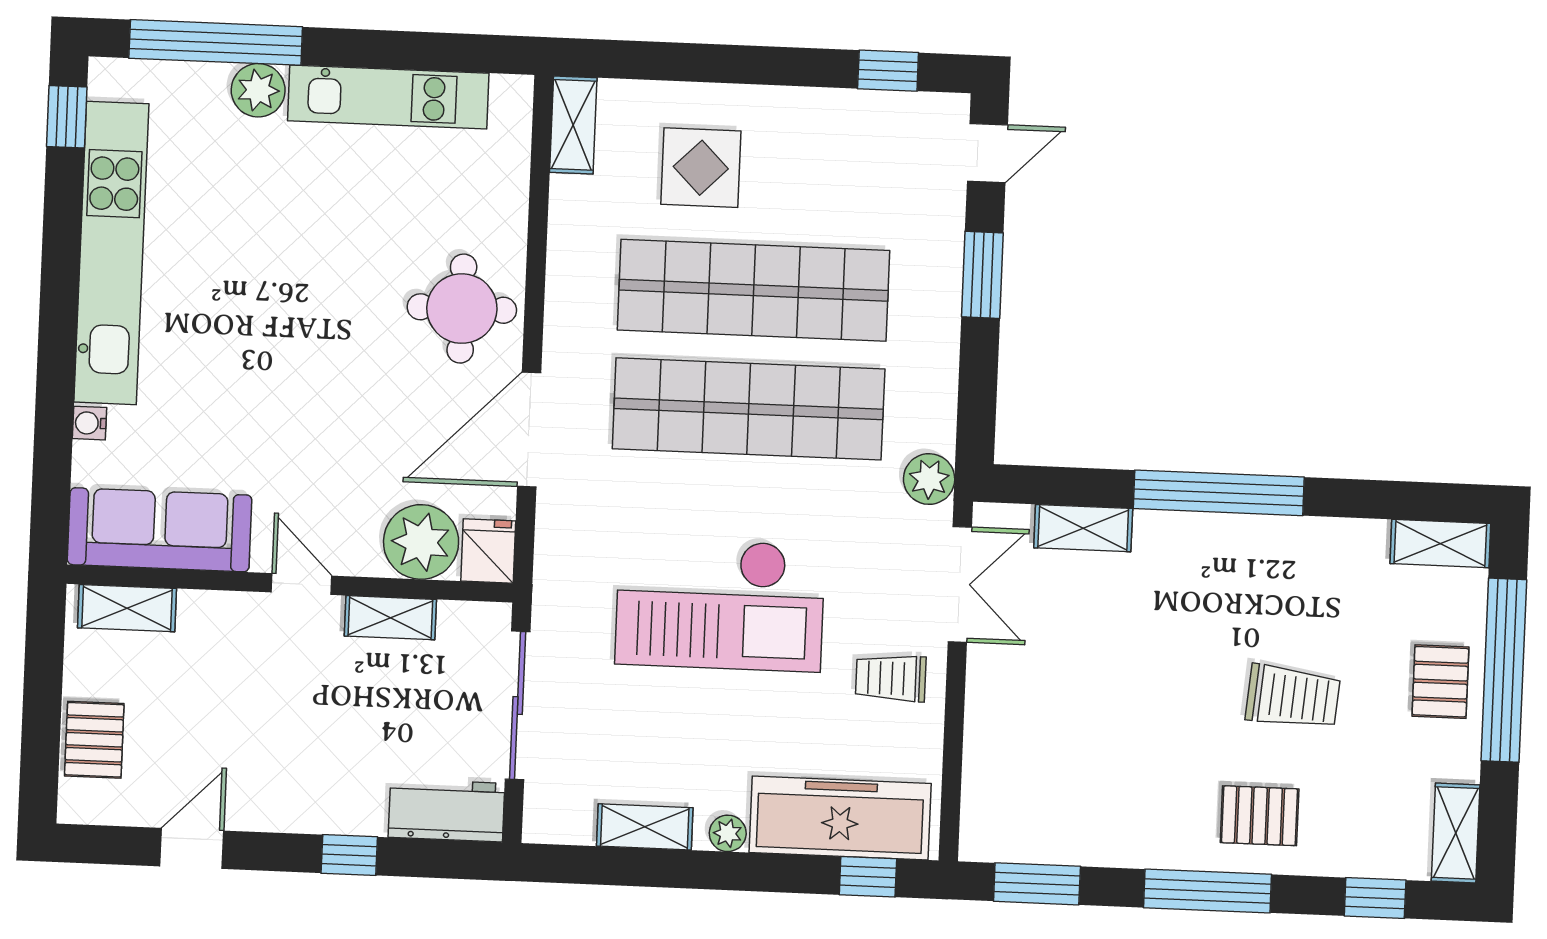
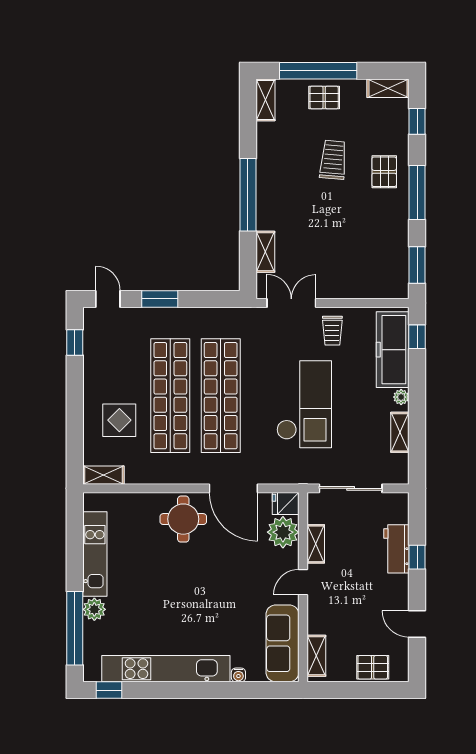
plant: (929, 479) -> (247, 318), removed
workbench: (446, 810) -> (396, 549), moved

